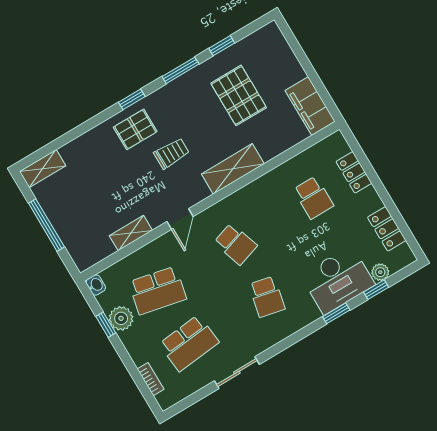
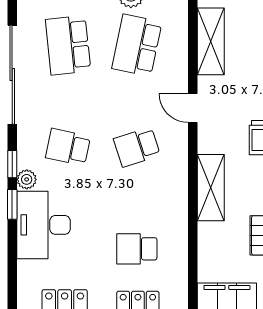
shelving: (131, 233) -> (211, 41), width x1.50, depth x1.33
plant: (380, 272) -> (27, 179), moved
window: (376, 290) -> (12, 164), moved
sliding door: (237, 373) -> (12, 75), width x1.86

